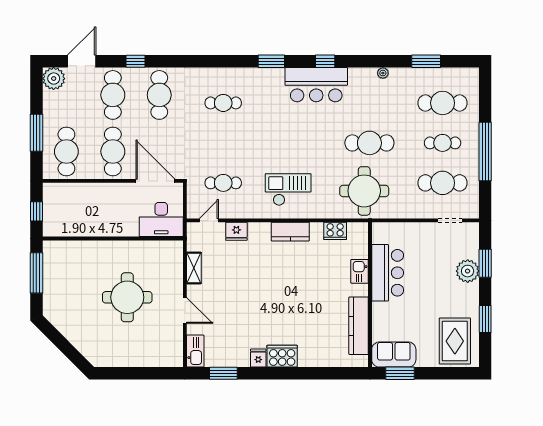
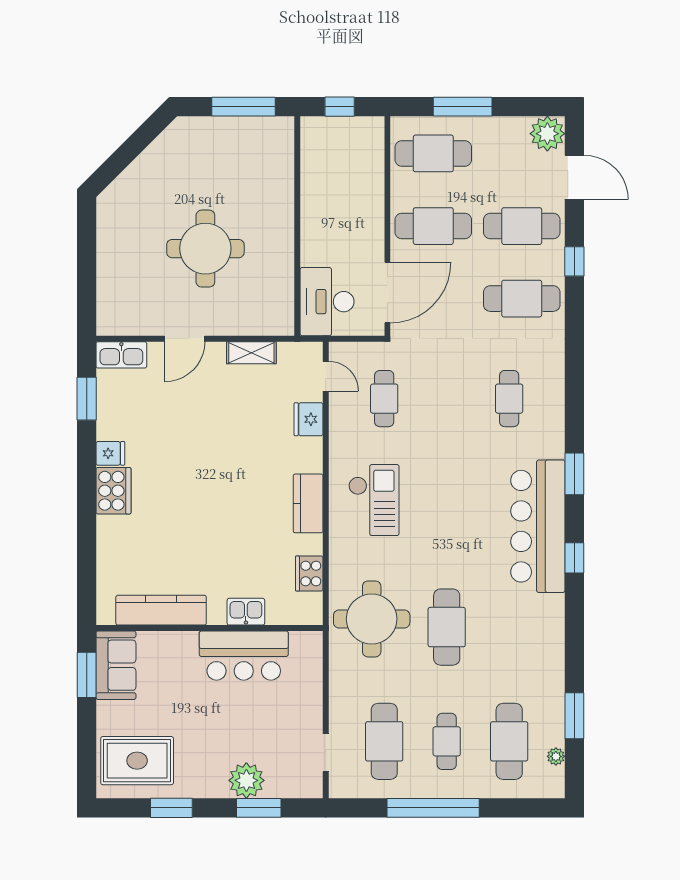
plant: (383, 73) -> (556, 756), moved
bar counter: (316, 85) -> (538, 526), width x1.36

